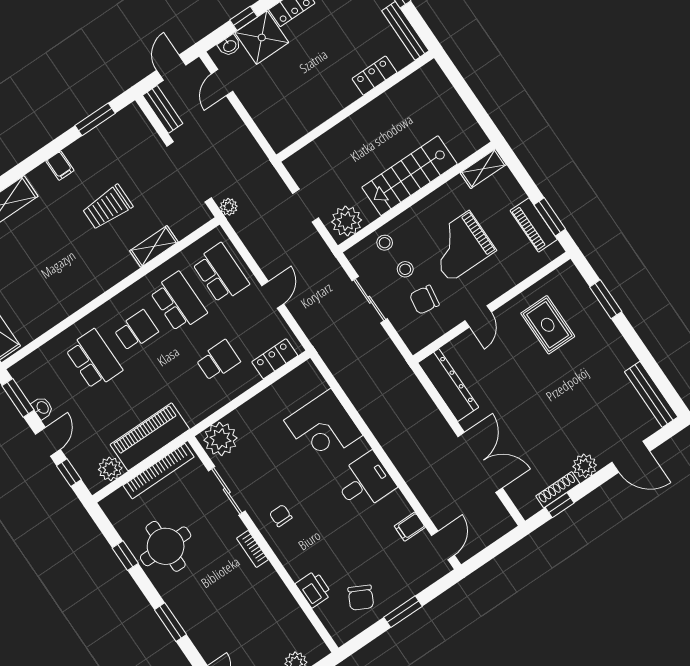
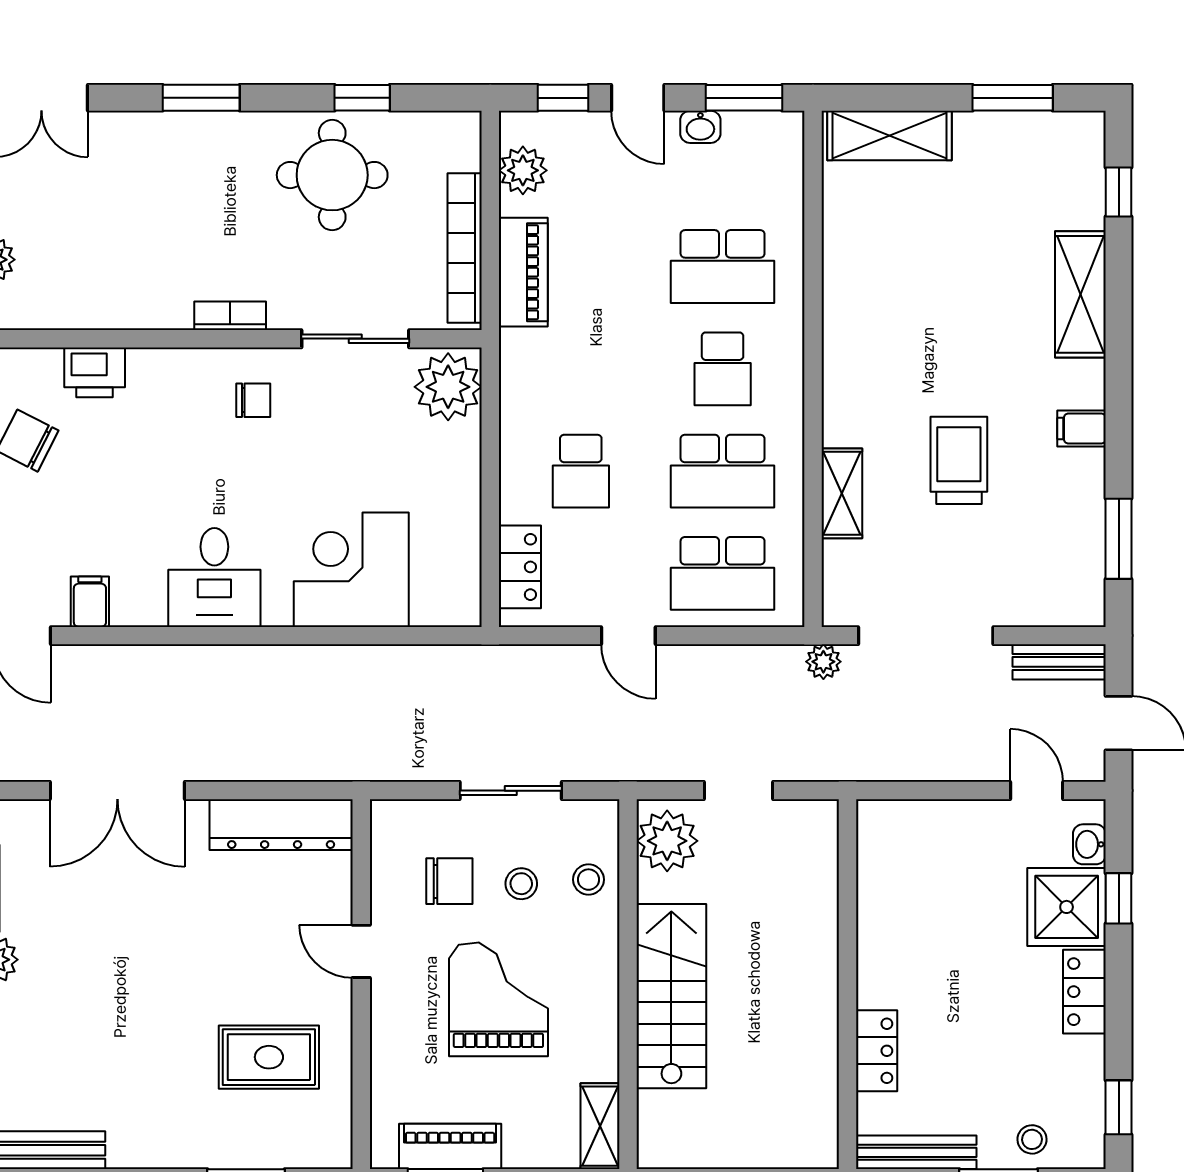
chair: (424, 300) -> (449, 881), turned 81
piano: (150, 437) -> (523, 272), width x0.73, depth x0.75

